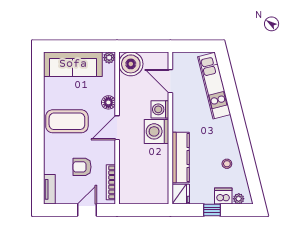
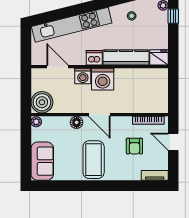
sofa: (73, 64) -> (42, 161), width x0.73
door: (170, 81) -> (57, 67), swing flipped
kitchen unit: (214, 86) -> (72, 25), width x1.36
dishwasher: (223, 196) -> (94, 58), moved, turned 90
window: (212, 210) -> (173, 16), moved

